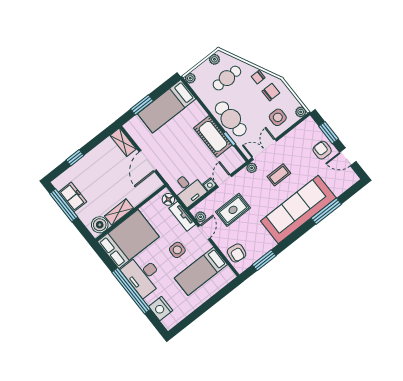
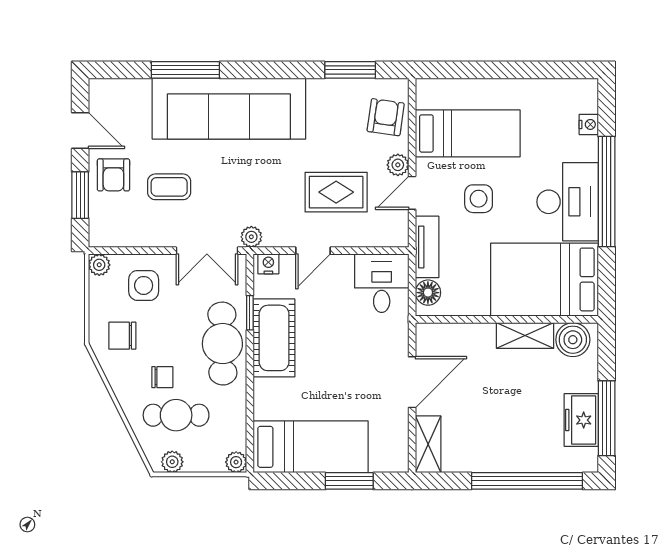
chair: (258, 77) -> (162, 377), moved
window: (75, 158) -> (527, 481), width x3.17
coffee table: (279, 175) -> (169, 187), moved
nightstand: (209, 185) -> (268, 264), moved
plant: (201, 217) -> (398, 165), moved
nightstand: (161, 308) -> (589, 124), width x0.53, depth x0.56

